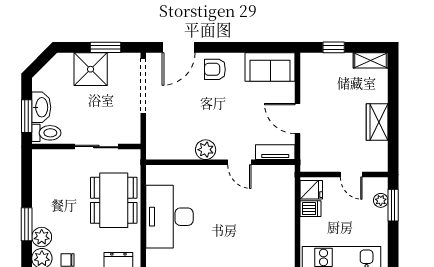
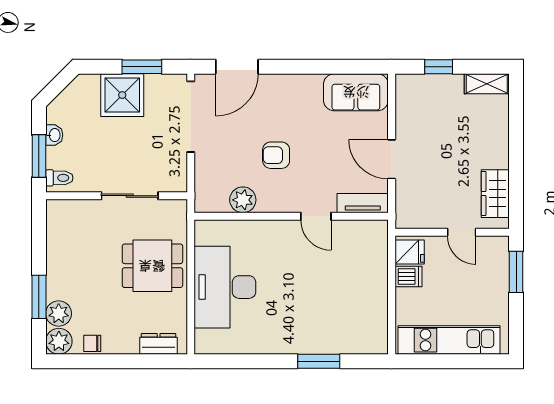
armchair: (215, 69) -> (276, 155), moved
washbasin: (41, 107) -> (54, 135), width x0.52, depth x0.69
wardrobe: (377, 122) -> (495, 194), moved
toilet: (46, 133) -> (59, 178), width x0.73, depth x0.72
plant: (206, 150) -> (243, 200), moved
dining table: (114, 200) -> (152, 266), width x0.73
plant: (381, 200) -> (500, 266), removed

